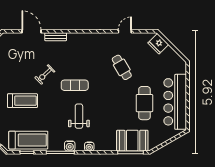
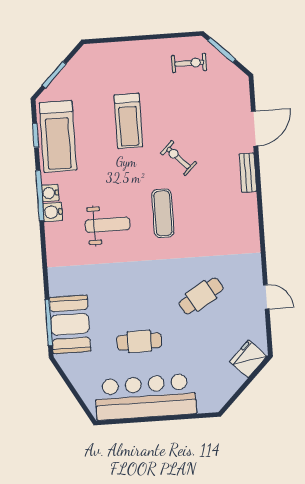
cafe table: (144, 103) -> (139, 341), width x0.73, depth x0.74
water cooler: (89, 147) -> (50, 193), moved

